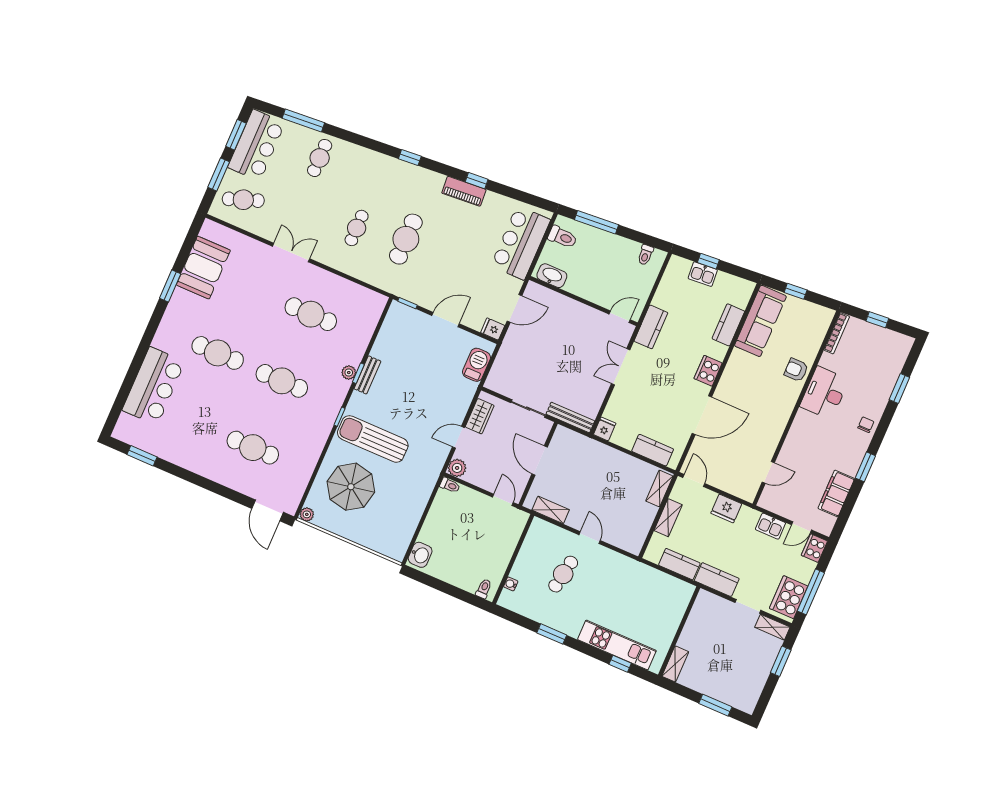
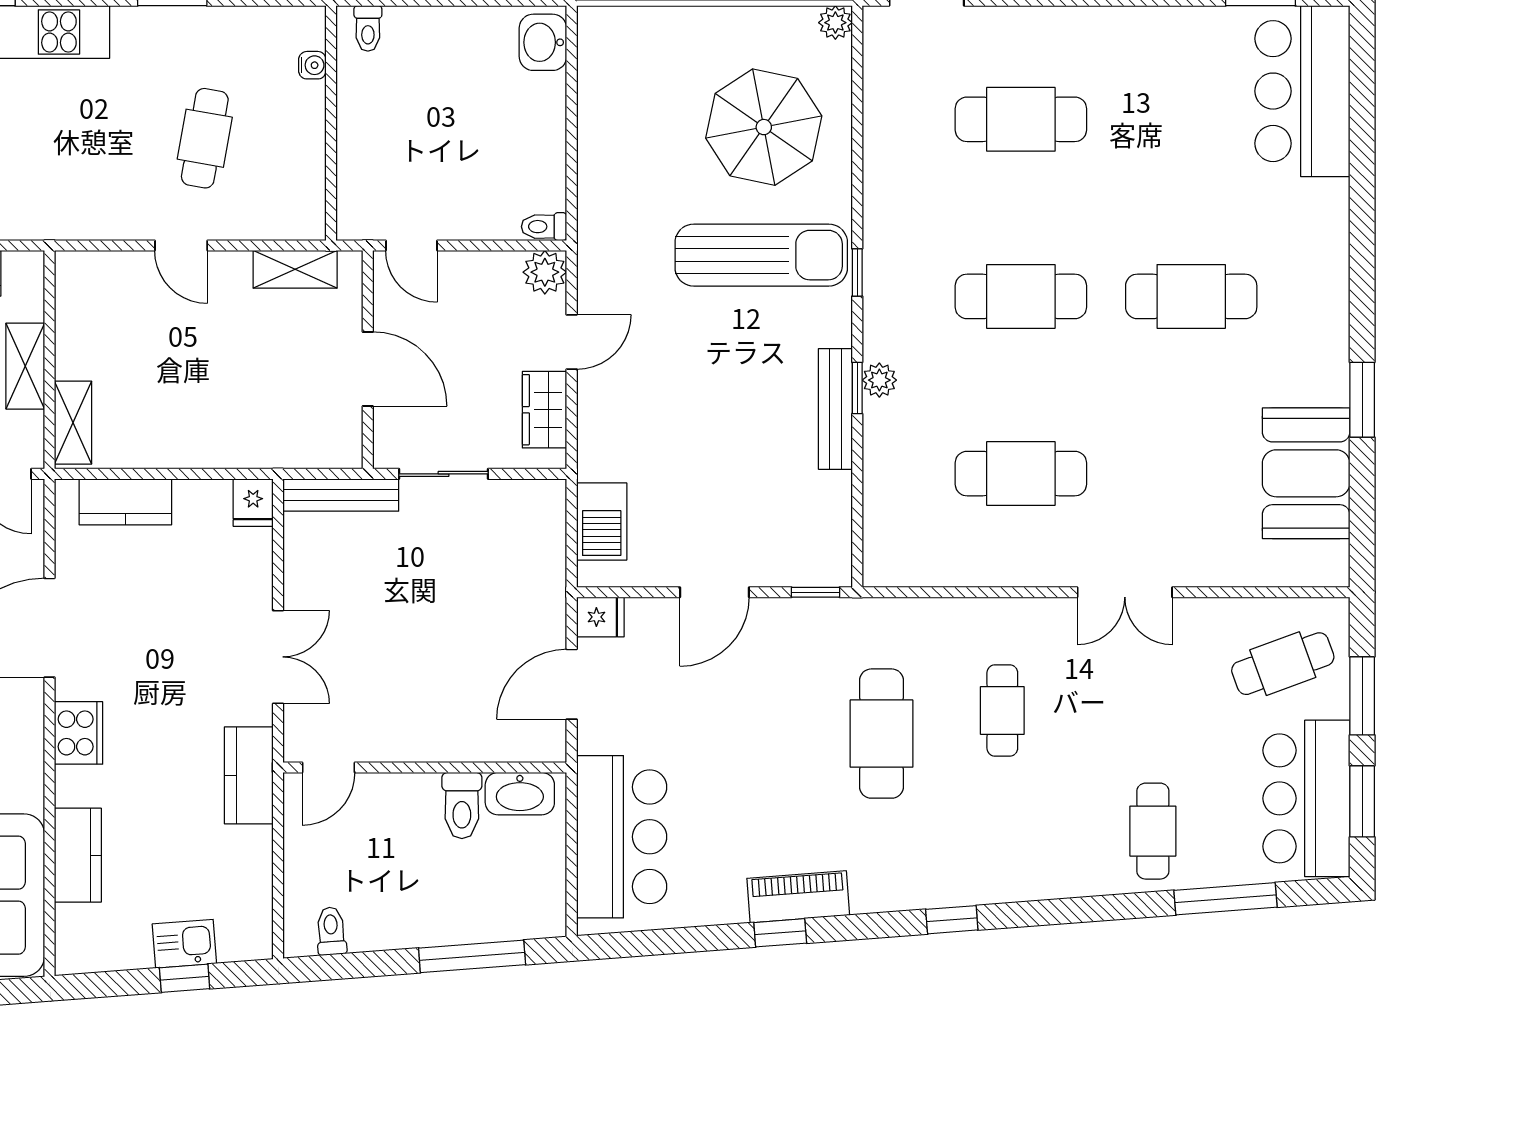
toilet: (562, 237) -> (462, 806), moved, turned -90
bench: (367, 375) -> (835, 409), width x1.36
bar counter: (153, 386) -> (1302, 91), moved

